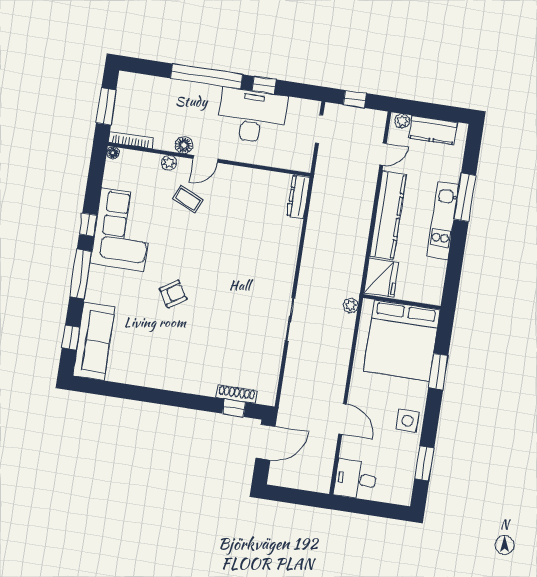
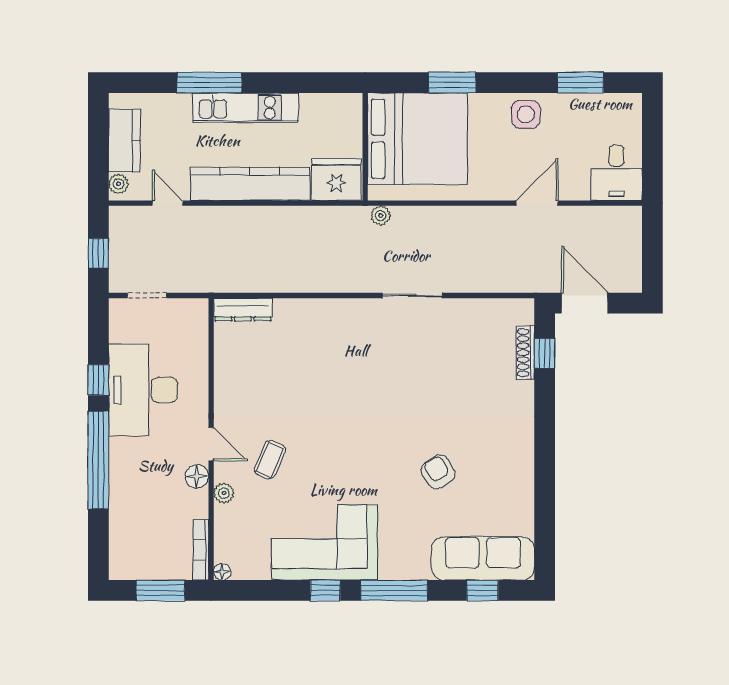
armchair: (173, 294) -> (438, 472), moved

